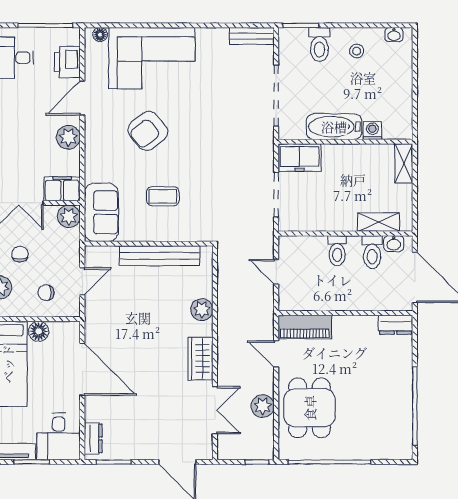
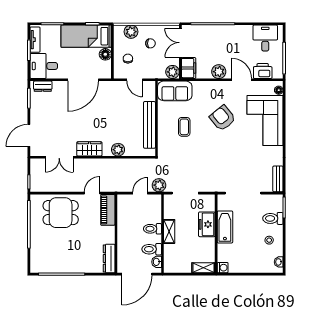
washing machine: (372, 131) -> (223, 268), moved
freezer: (299, 158) -> (207, 224), moved
shelving: (379, 222) -> (169, 231), moved
dresser: (396, 325) -> (109, 259), width x1.44
plant: (263, 406) -> (159, 185), moved

